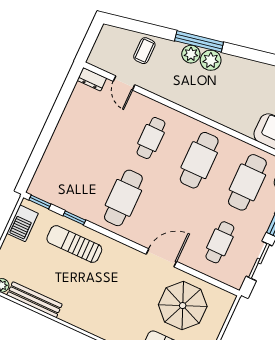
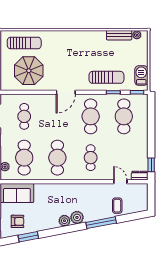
window: (199, 41) -> (101, 223), moved
plant: (191, 54) -> (64, 221), moved
window: (68, 87) -> (151, 165), added
cafe table: (75, 176) -> (124, 116), added
door: (161, 258) -> (66, 92), moved
bench: (34, 300) -> (119, 35), width x0.73

